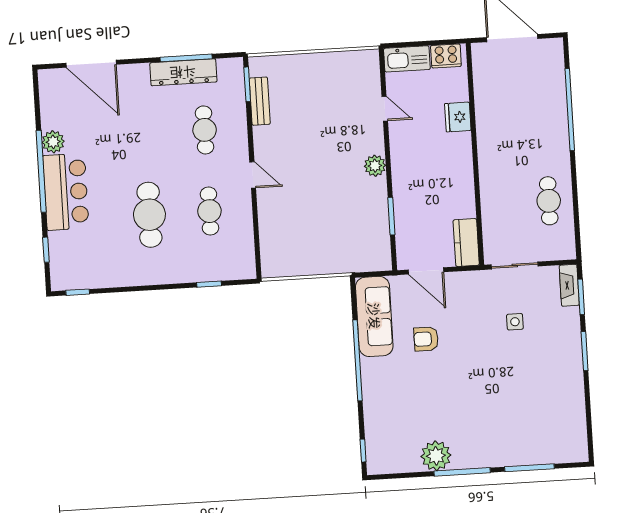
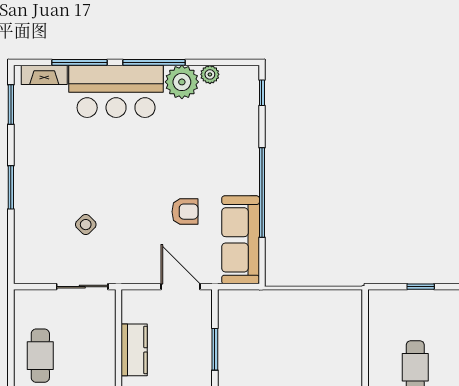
kitchen counter: (466, 243) -> (134, 350), moved
fireplace: (569, 285) -> (44, 75), moved, turned 90
window: (581, 297) -> (11, 105), moved
side table: (515, 322) -> (86, 225), turned 45
bar counter: (495, 444) -> (116, 91), added
plant: (411, 464) -> (210, 74), added

